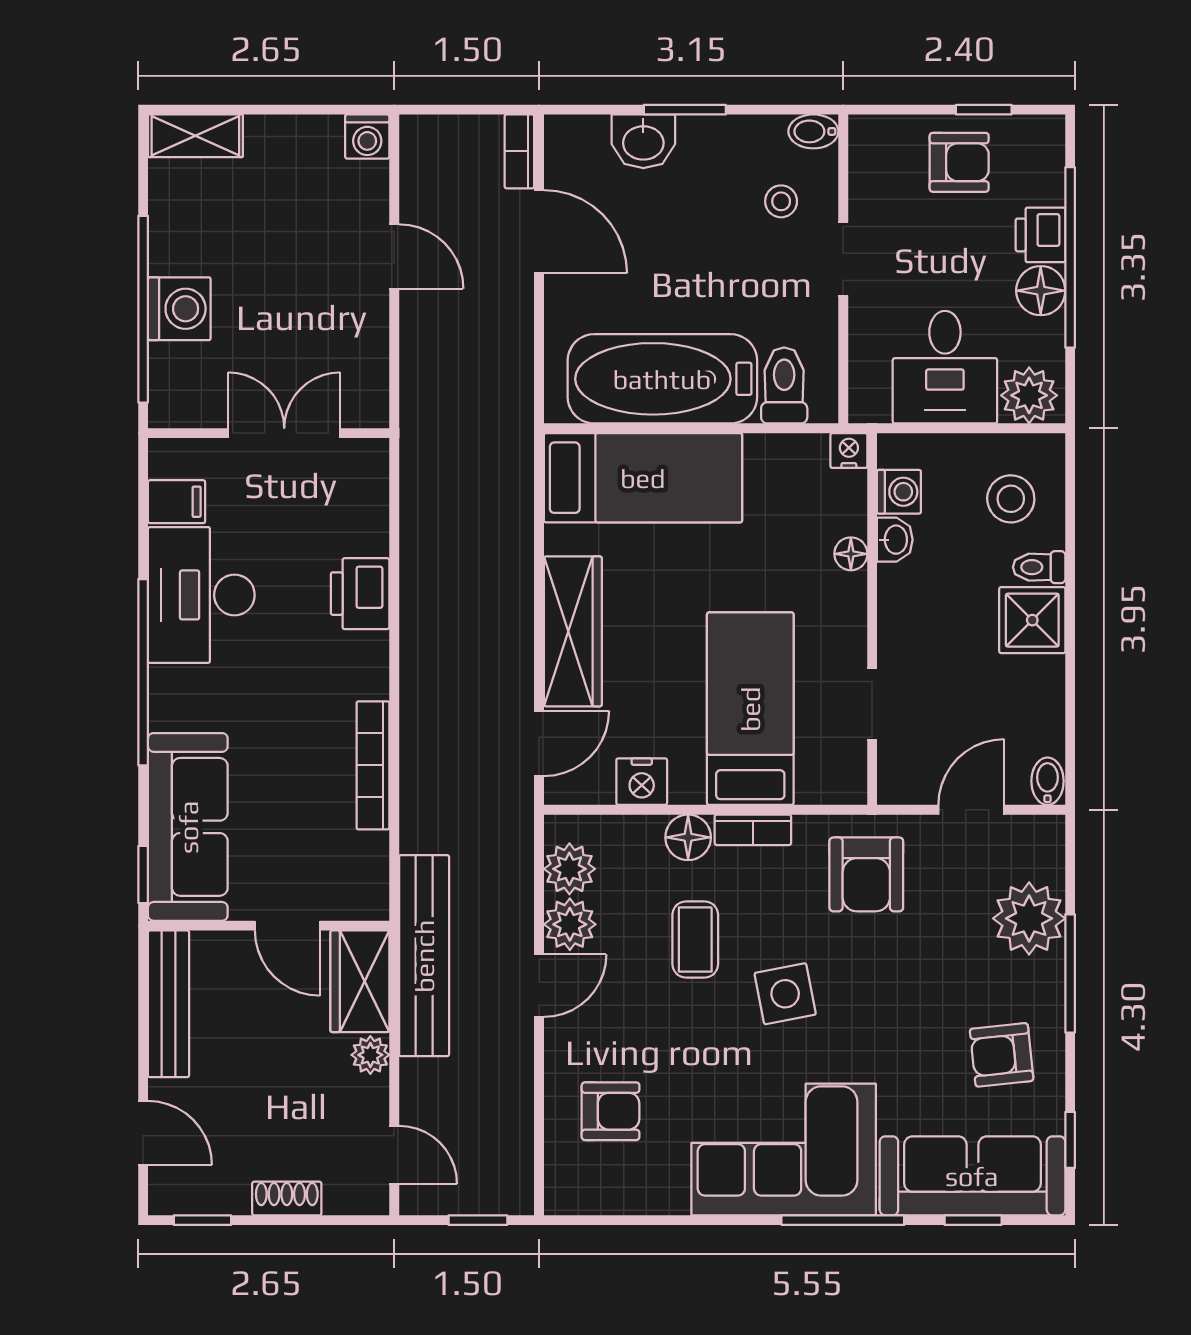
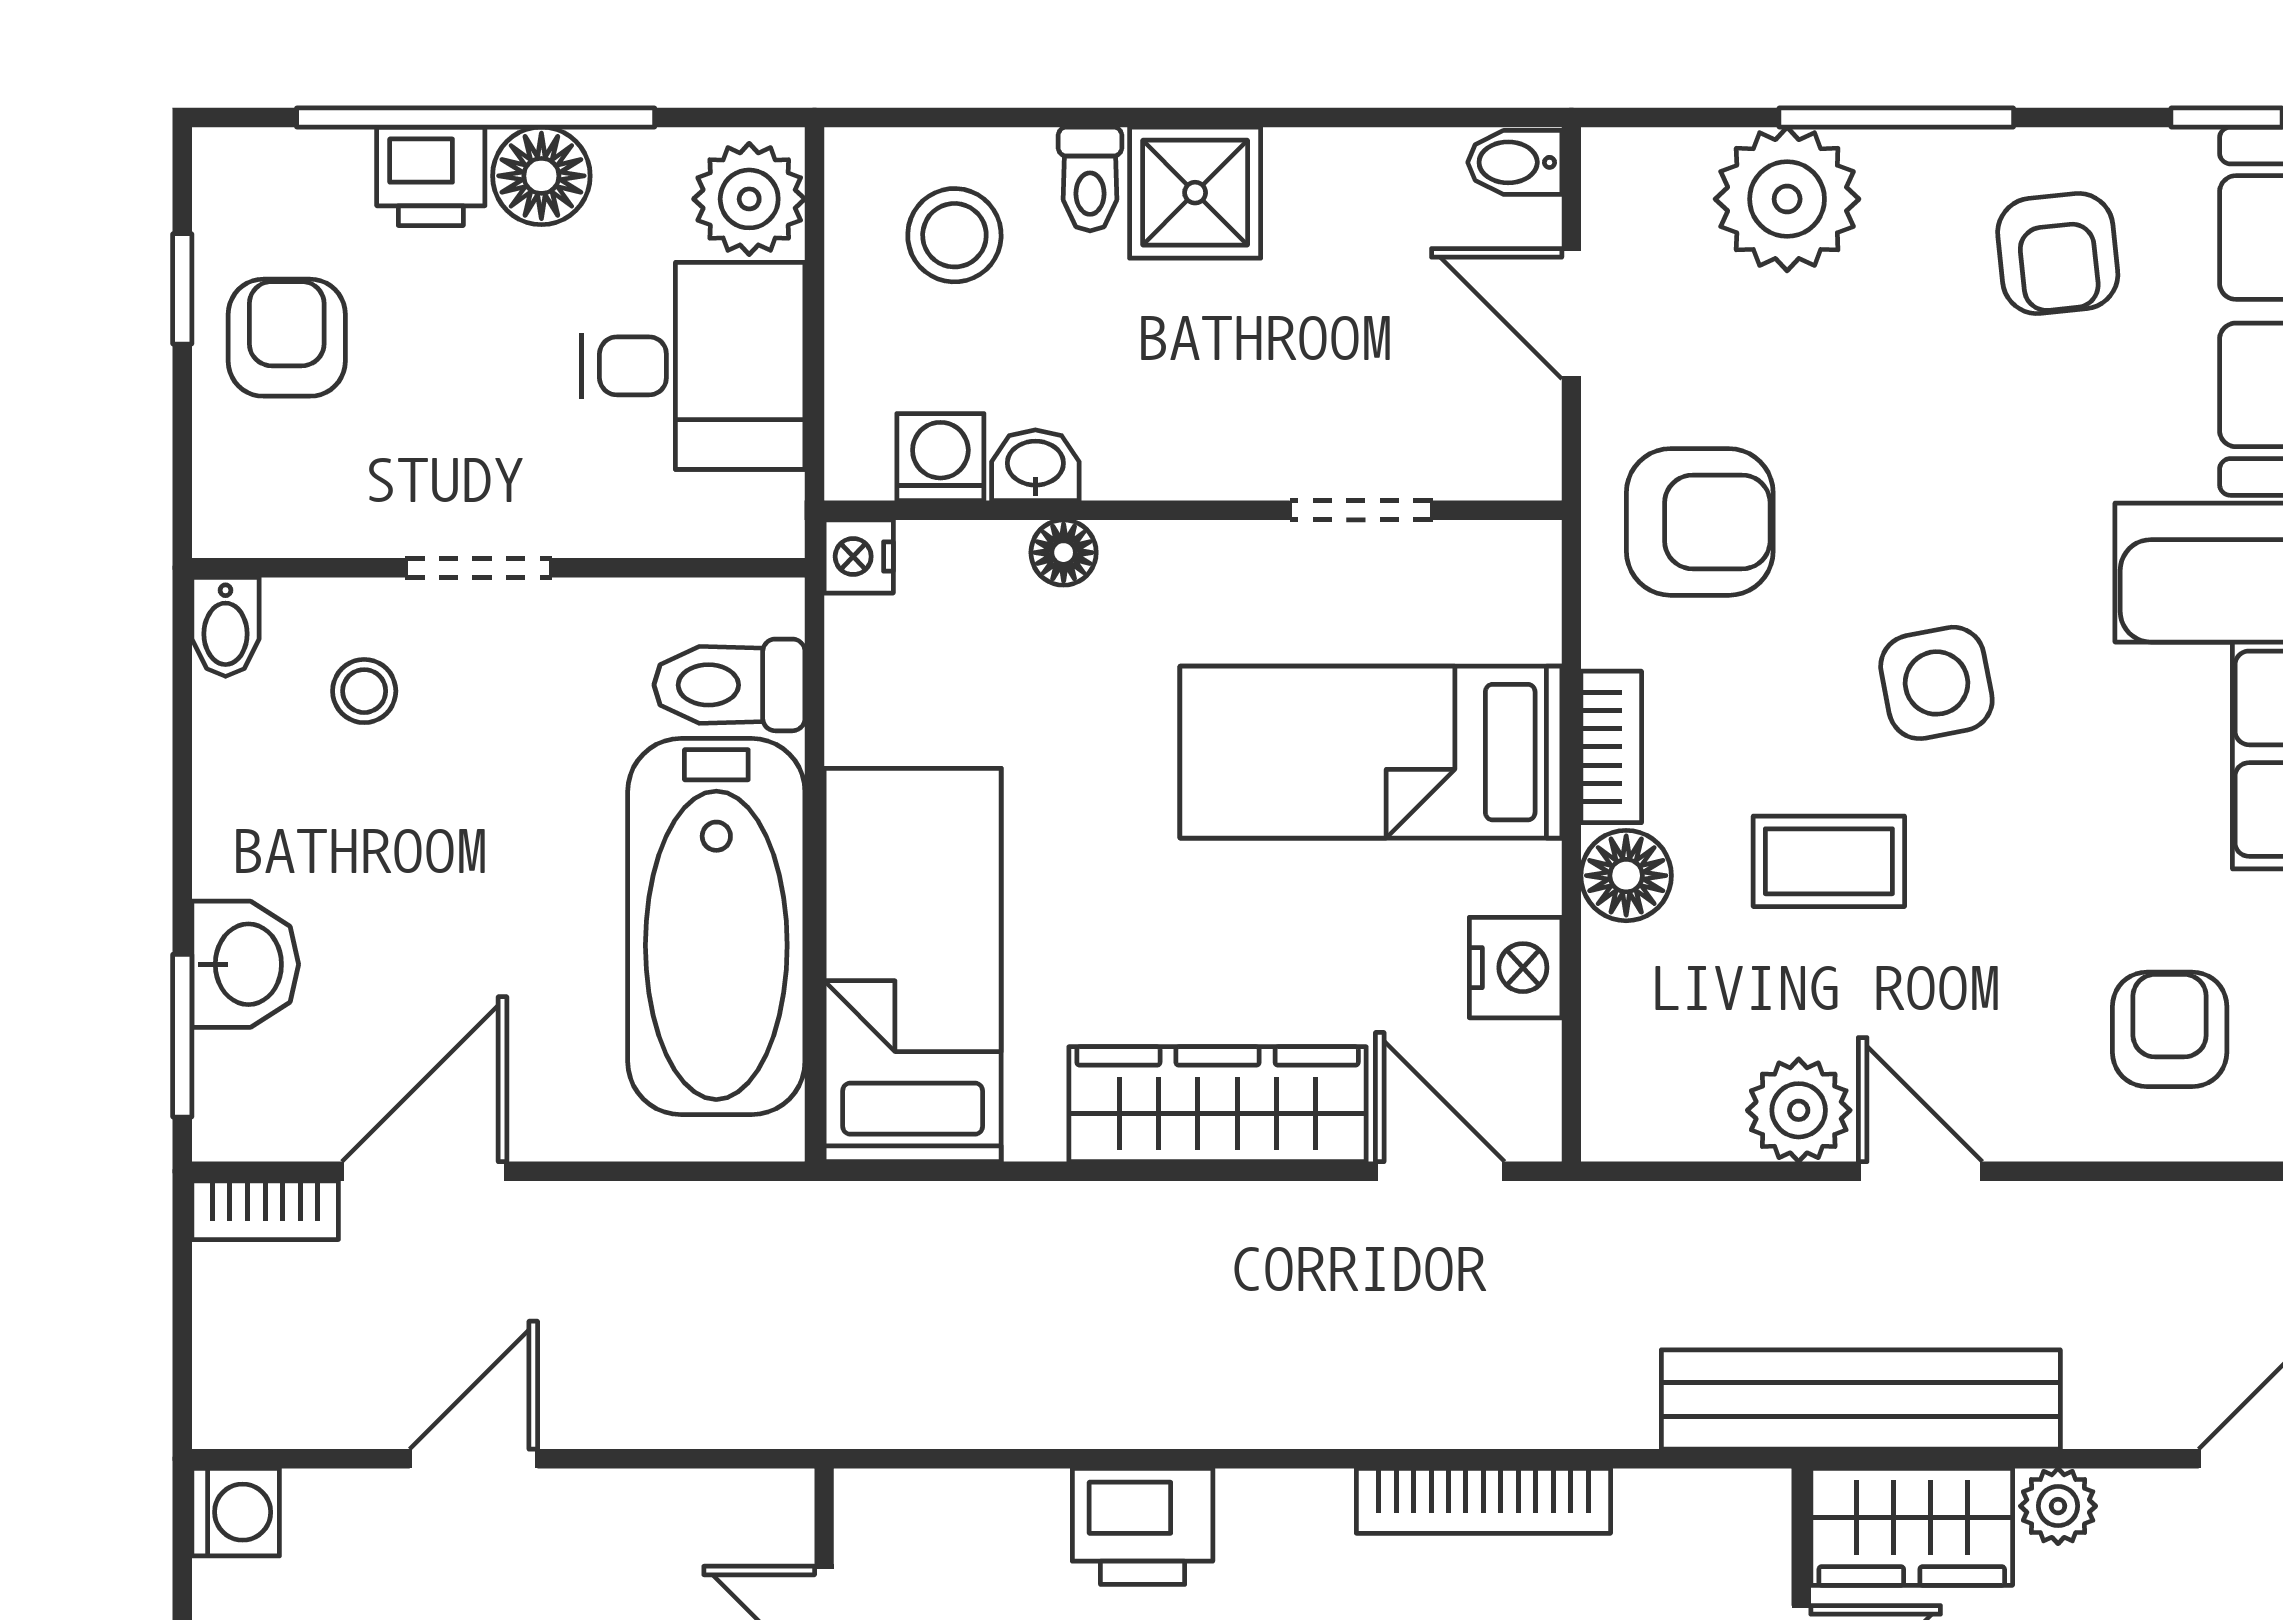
window: (685, 110) -> (182, 1036), moved
plant: (569, 869) -> (1689, 1111), removed

